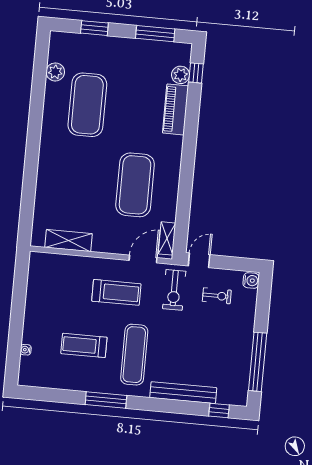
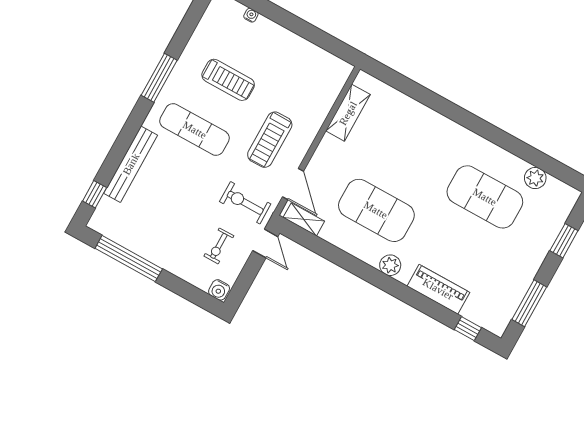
plant: (181, 75) -> (390, 265), moved
treadmill: (84, 345) -> (228, 80), turned 90

